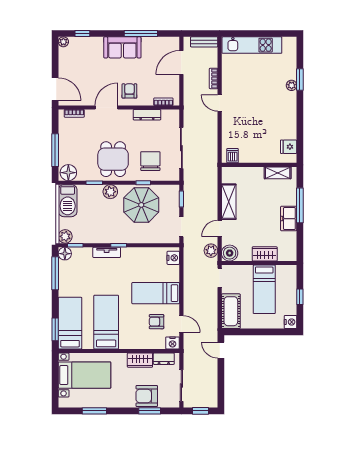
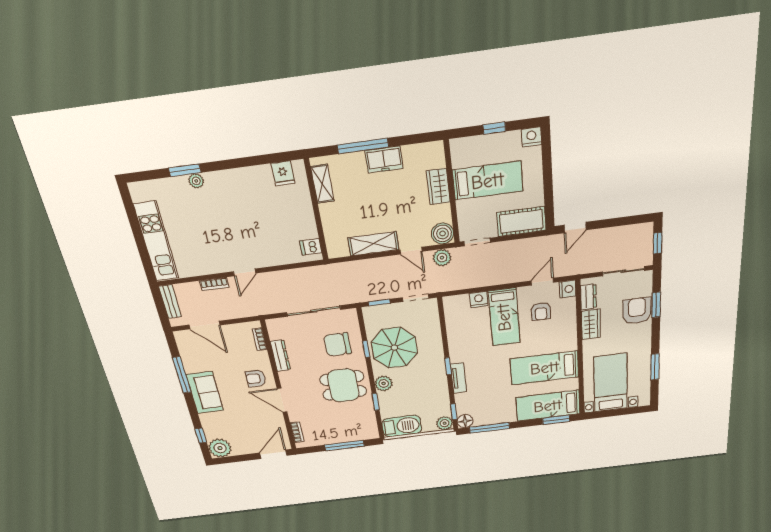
plant: (63, 42) -> (220, 448), width x1.87, depth x1.87
floor lamp: (68, 173) -> (368, 429), removed
nightstand: (173, 258) -> (479, 299), moved
armchair: (147, 396) -> (637, 311), turned 180

